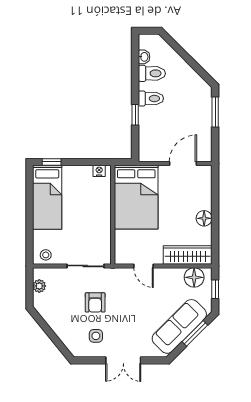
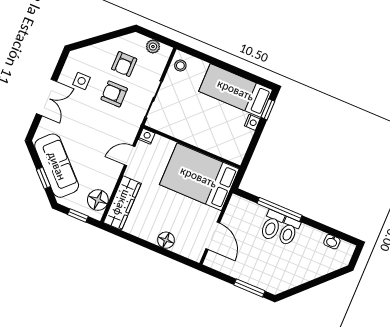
toilet: (152, 73) -> (272, 225), moved
window: (135, 115) -> (279, 209), width x2.17
nightstand: (99, 171) -> (252, 122), moved
floor lamp: (204, 218) -> (166, 240), moved
nightstand: (120, 258) -> (147, 136), added
armchair: (65, 305) -> (124, 64), added
window: (195, 333) -> (44, 178), width x0.67
double door: (123, 360) -> (47, 97), swing flipped

